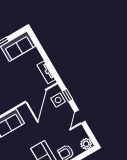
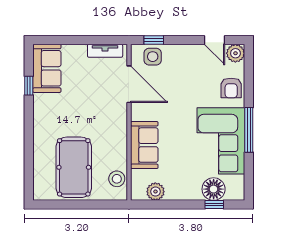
door: (80, 117) -> (215, 40), moved

